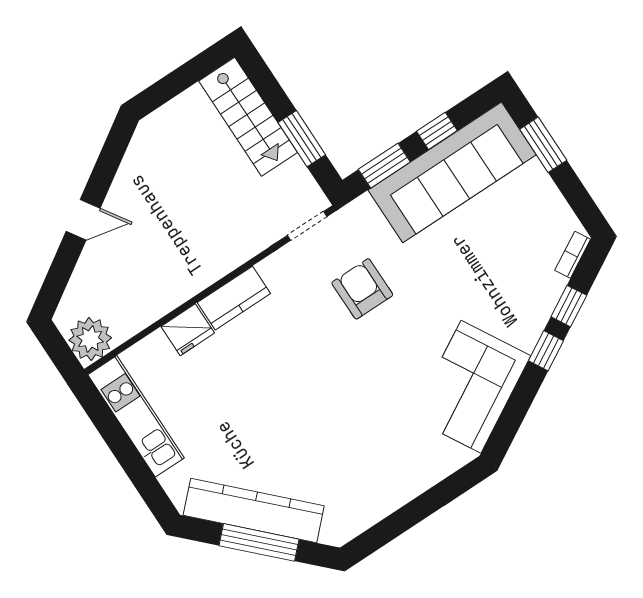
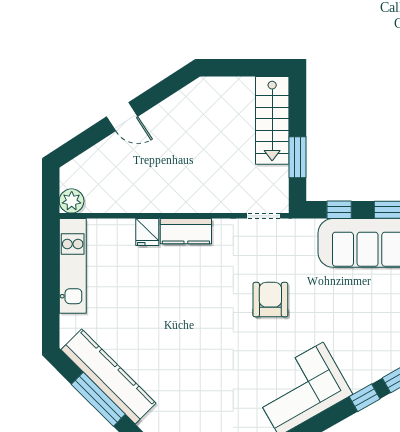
window: (384, 166) -> (339, 210), width x0.67
armchair: (362, 289) -> (270, 300), moved
fridge: (188, 330) -> (147, 232), width x0.72
plant: (90, 339) -> (72, 201), width x0.73, depth x0.73

